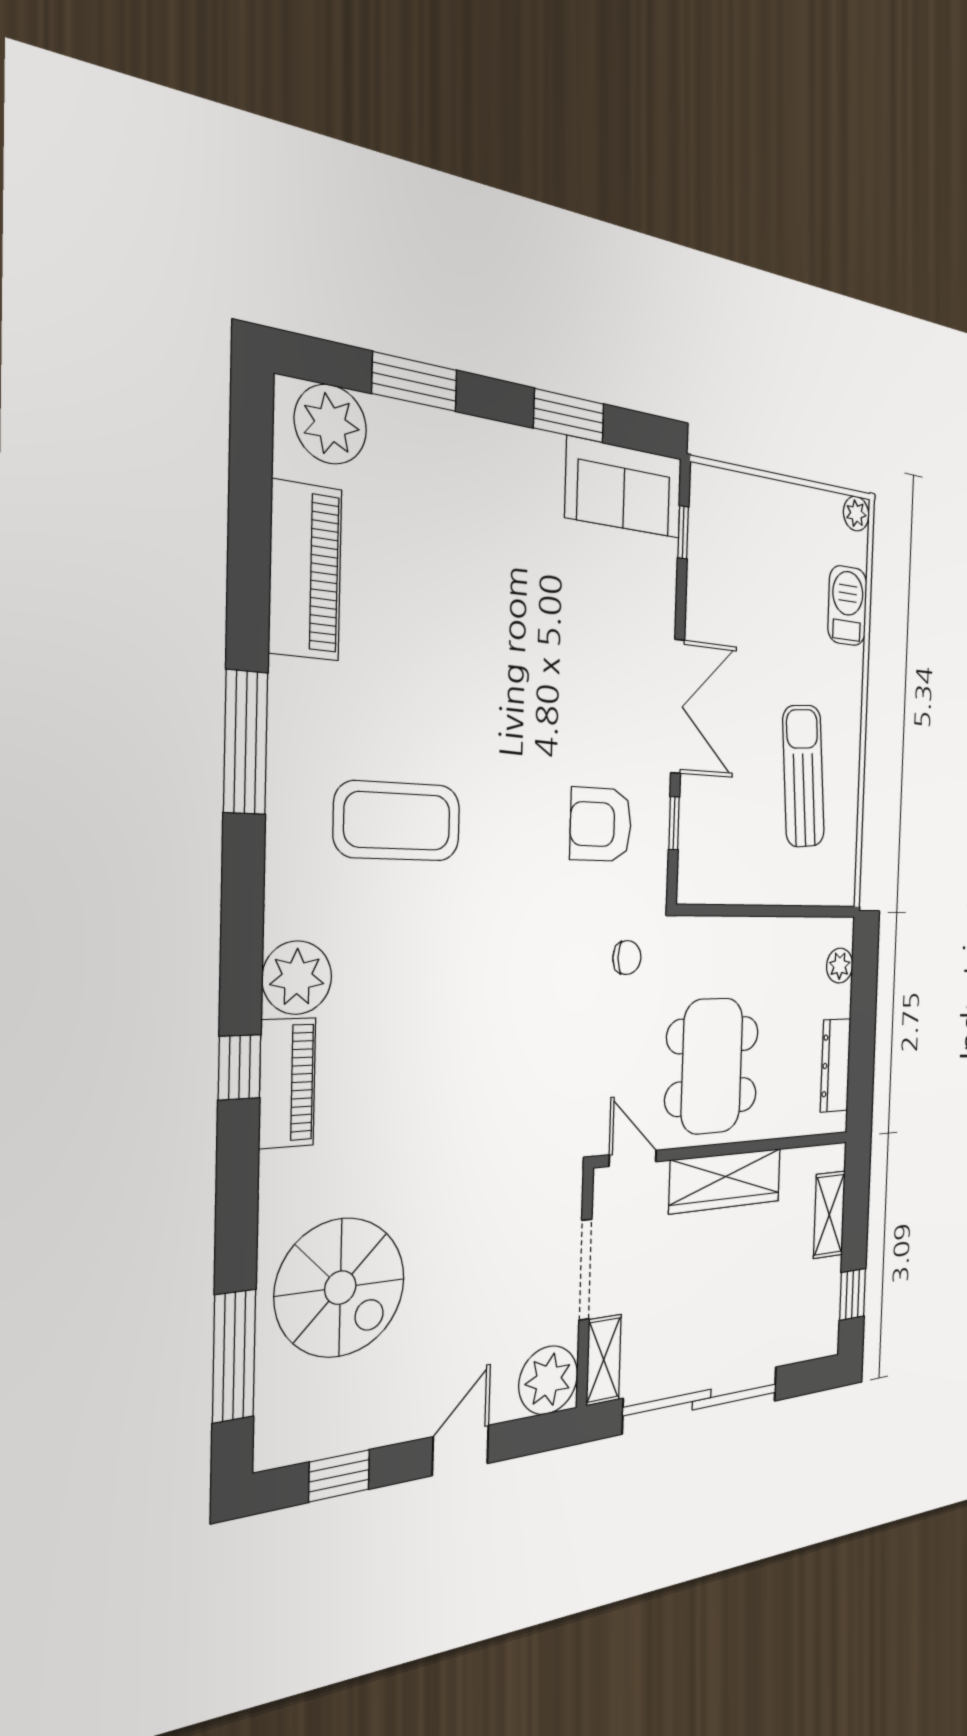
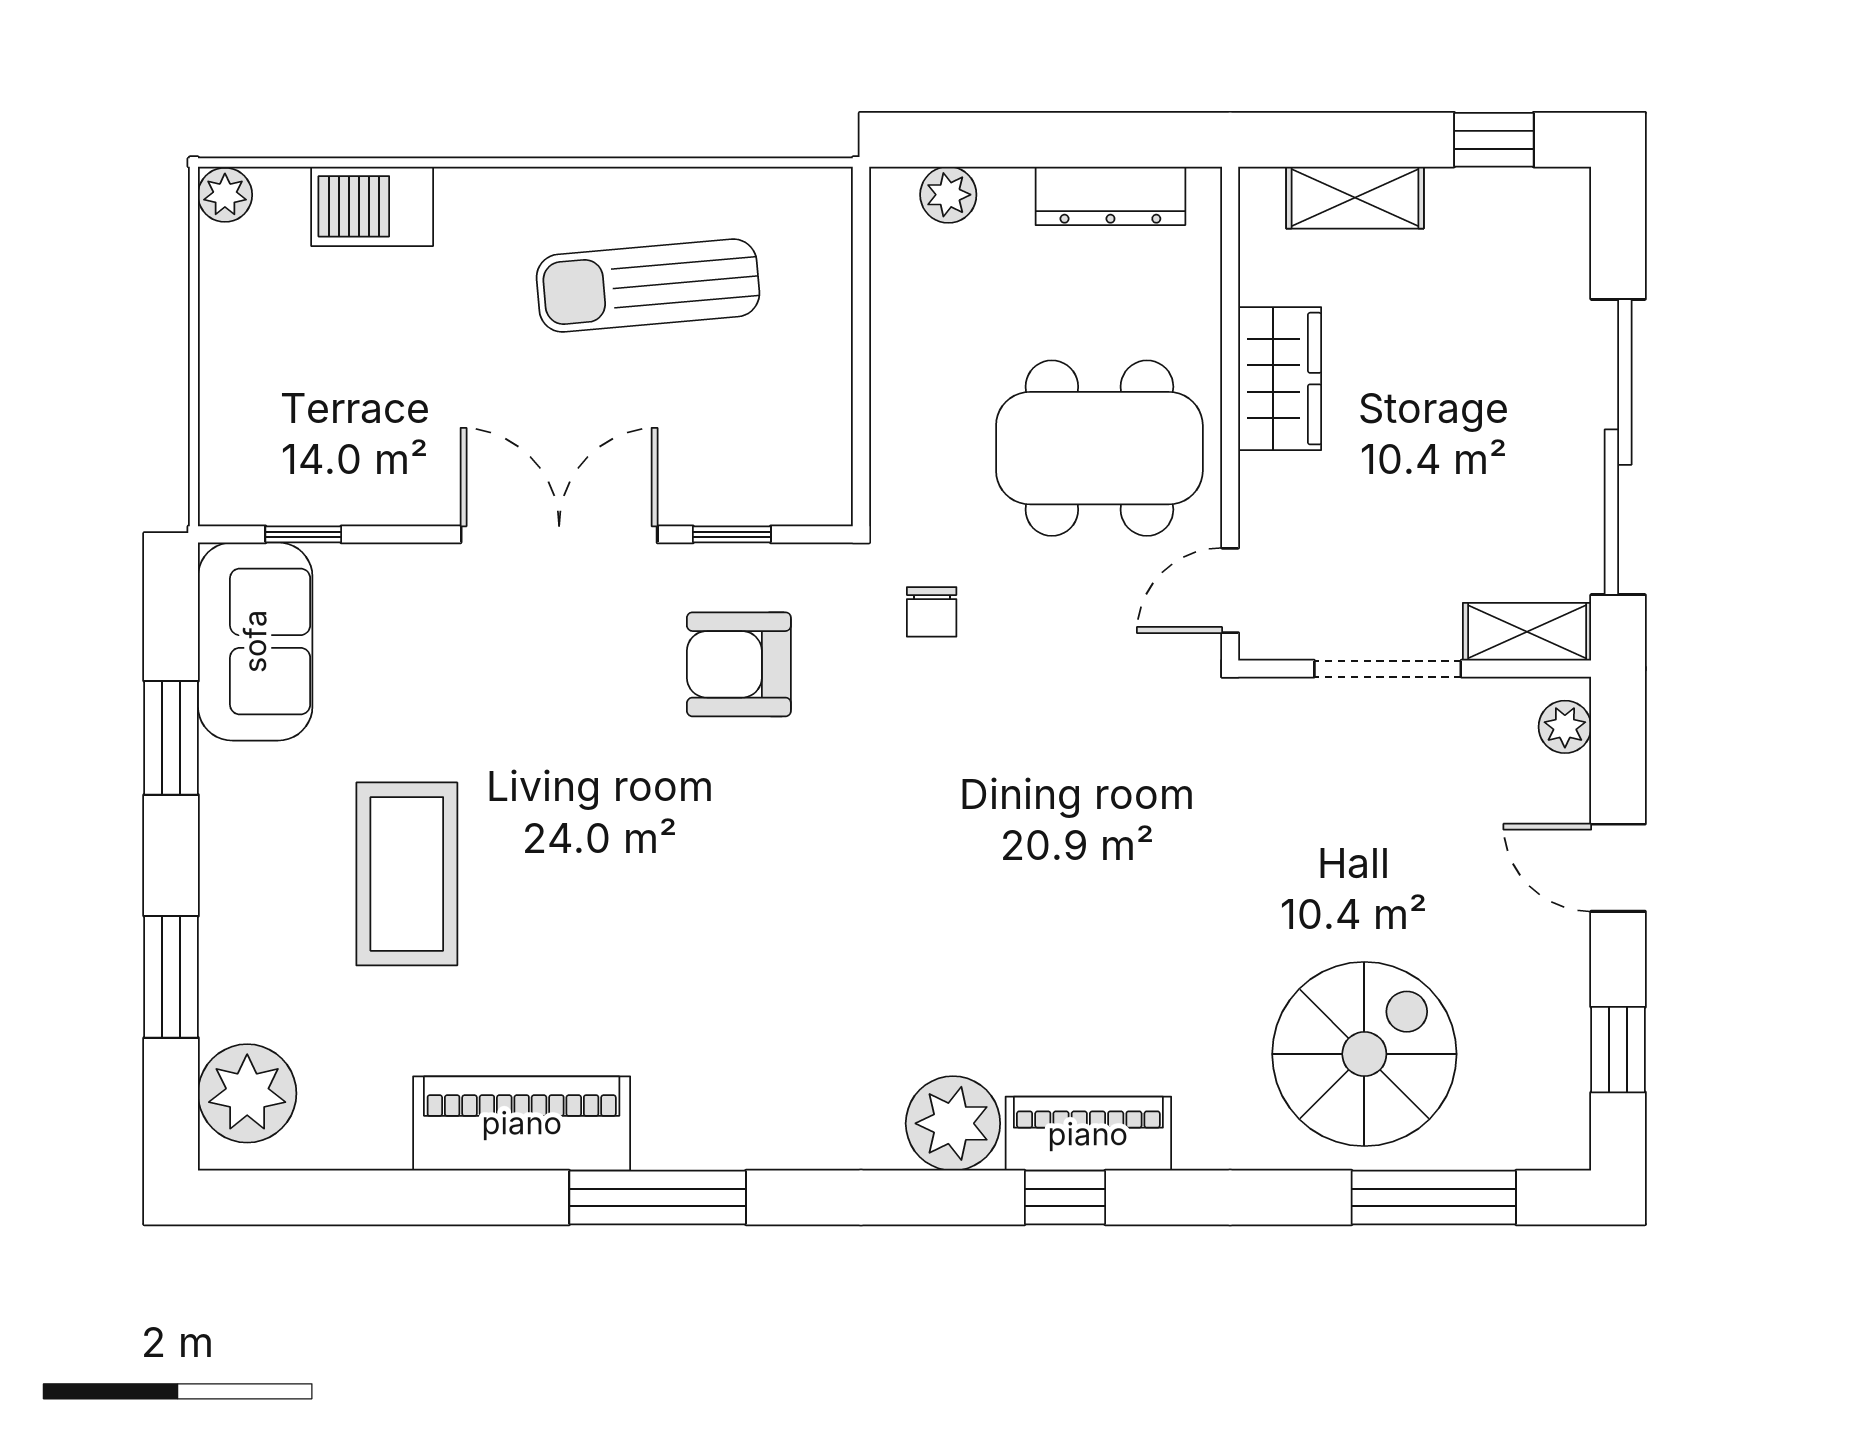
piano: (305, 571) -> (522, 1123), moved
coffee table: (397, 821) -> (407, 874), moved
armchair: (601, 825) -> (739, 664), turned 90
chair: (627, 958) -> (932, 612), turned 180
wardrobe: (726, 1181) -> (1280, 379), width x0.67
plant: (548, 1380) -> (1565, 727), width x0.53, depth x0.53

